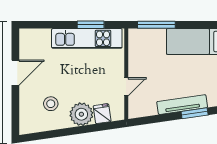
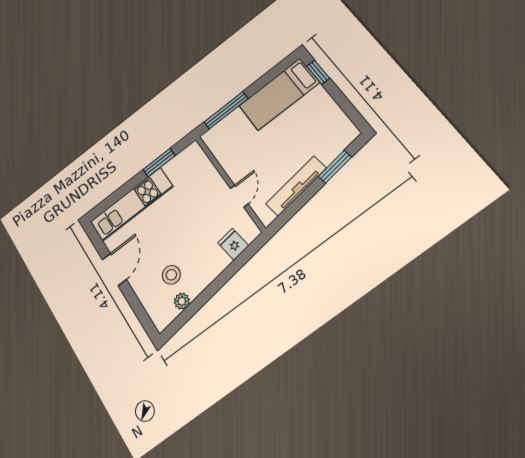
kitchen unit: (87, 38) -> (131, 204), moved
tv unit: (182, 105) -> (296, 186), moved
plant: (81, 114) -> (182, 301), moved, width x0.53, depth x0.53

